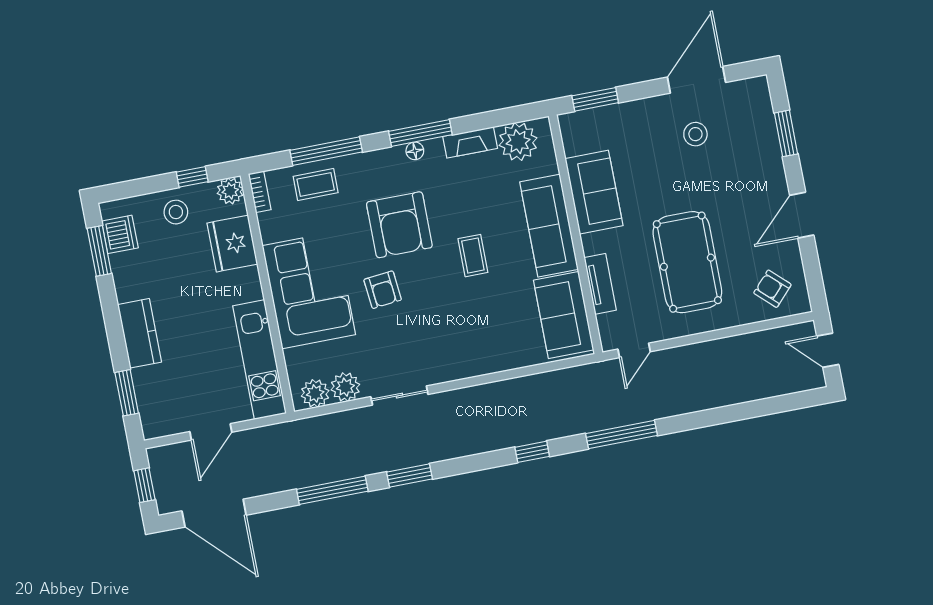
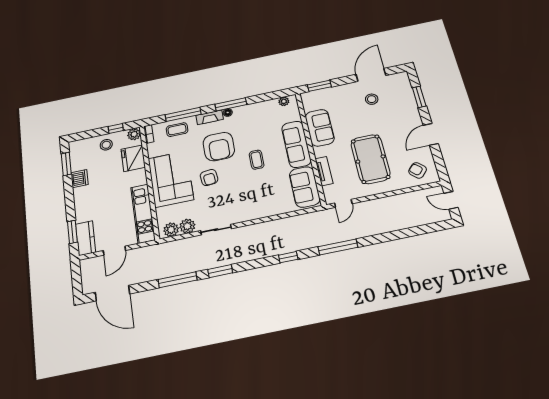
fireplace: (470, 142) -> (210, 117), moved
plant: (518, 142) -> (284, 101), width x0.53, depth x0.53
dishwasher: (120, 234) -> (79, 179), moved
kitchen counter: (140, 333) -> (86, 238), moved
window: (144, 485) -> (77, 279), removed

